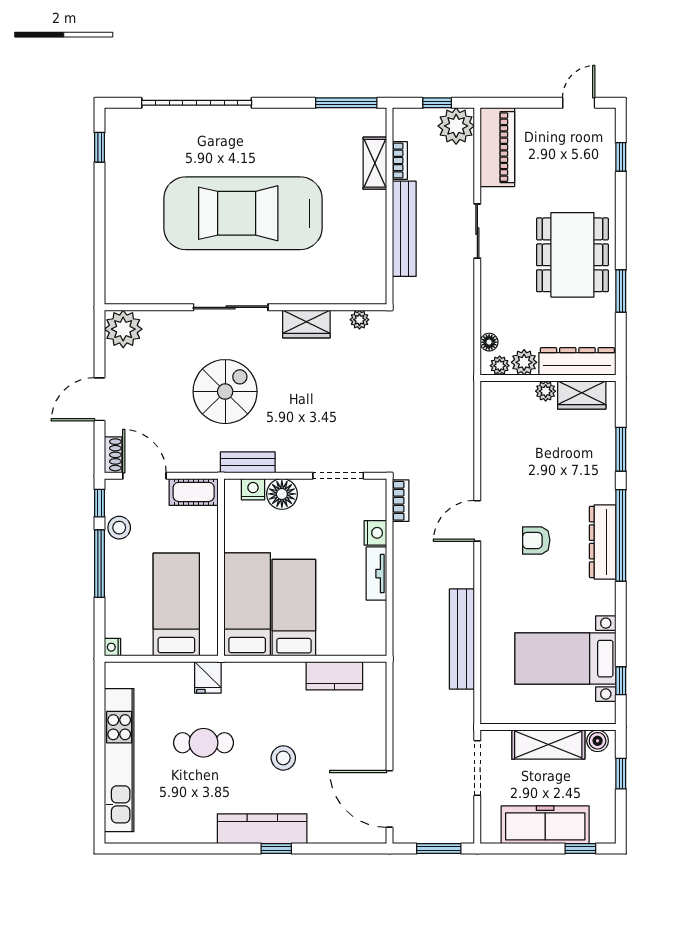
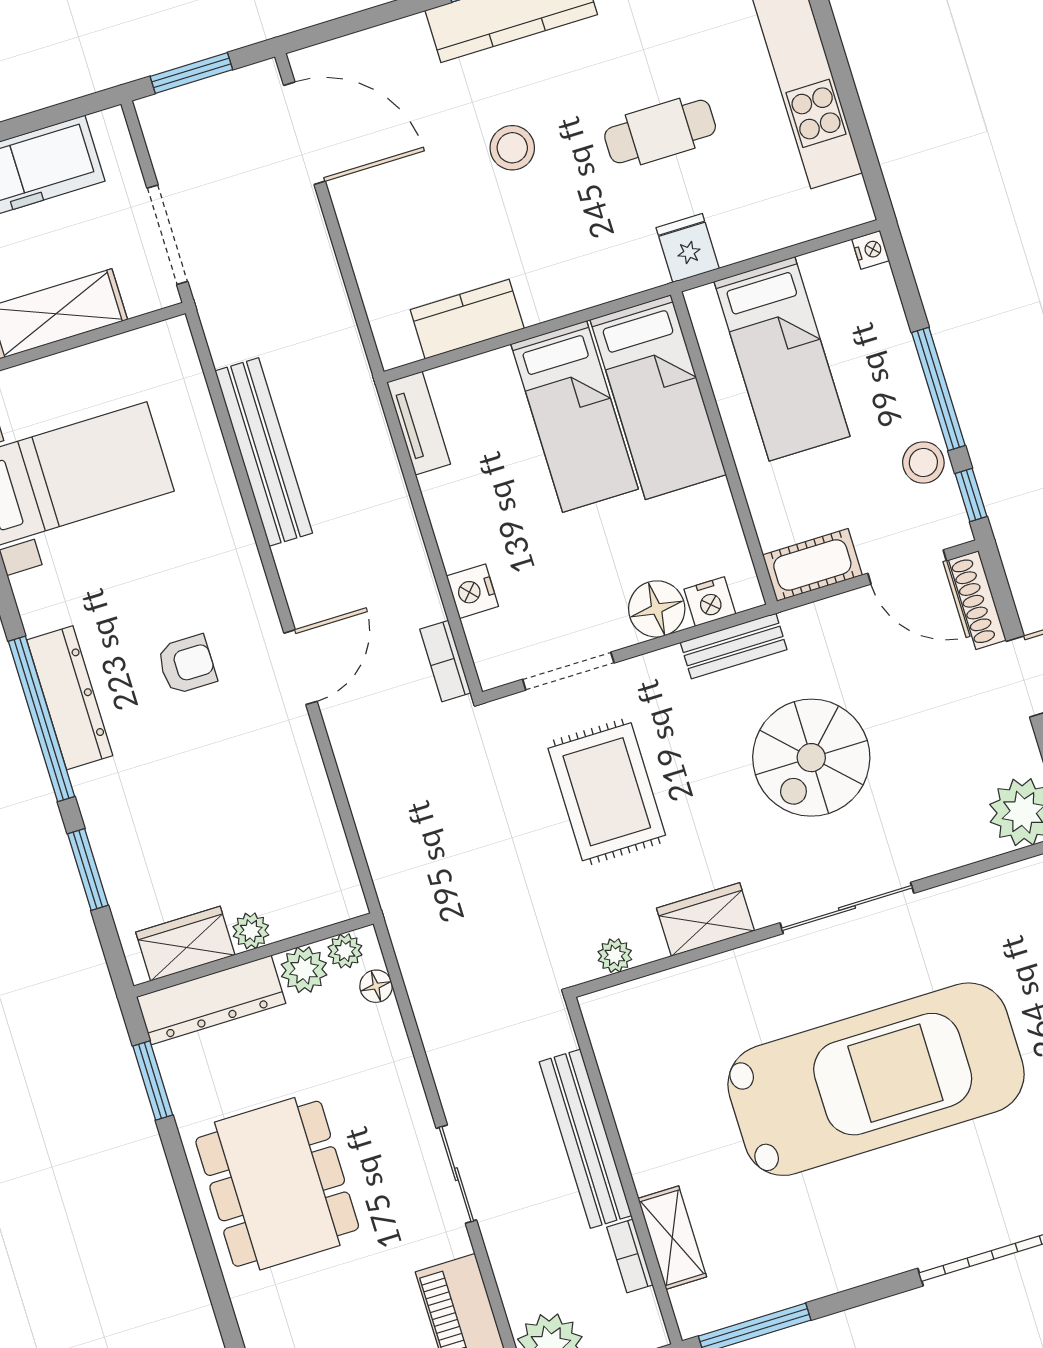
window: (621, 291) -> (153, 1081), moved
rug: (337, 407) -> (607, 792), added
shoe rack: (113, 455) -> (977, 600), width x1.43
tv unit: (376, 574) -> (419, 423), moved

